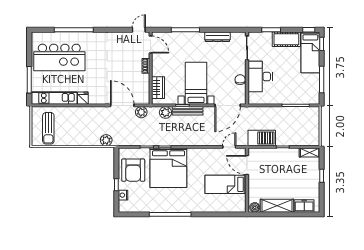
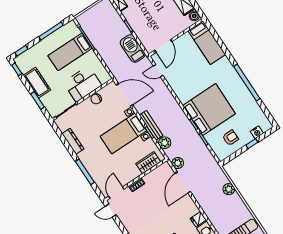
bed: (310, 52) -> (70, 52), moved, turned 180
plant: (106, 140) -> (229, 189), moved
armchair: (133, 170) -> (230, 138), width x0.53, depth x0.53
bed: (226, 184) -> (207, 43), moved

